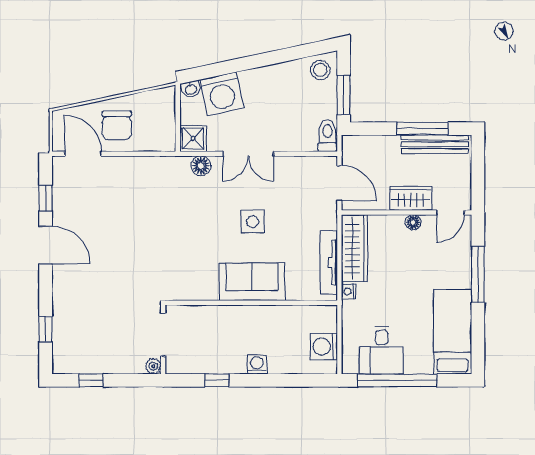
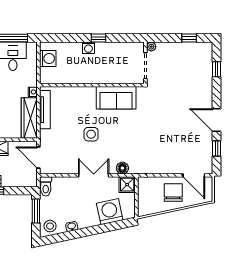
washbasin: (191, 89) -> (72, 227), moved
sofa: (252, 282) -> (116, 98), moved
window: (217, 380) -> (98, 38), moved

